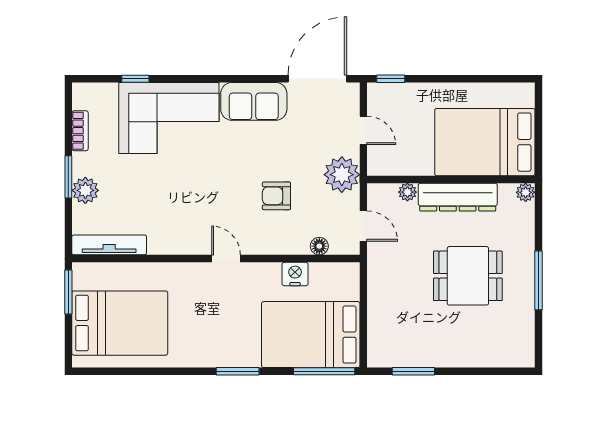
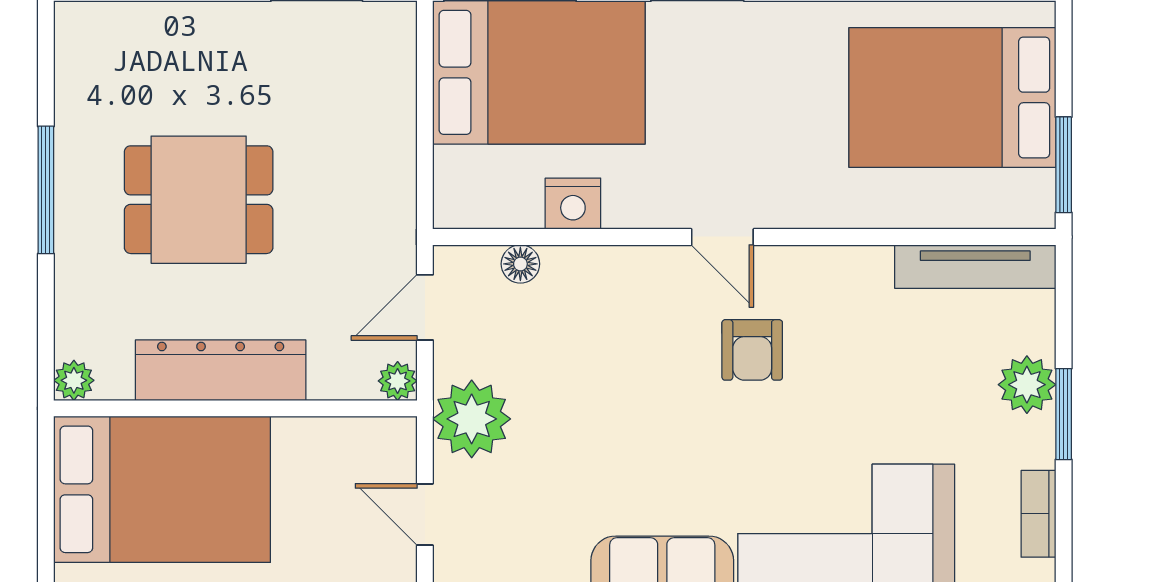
plant: (407, 192) -> (398, 381), moved
armchair: (276, 196) -> (752, 350), moved, turned 90
door: (363, 226) -> (425, 307), hinge flipped

